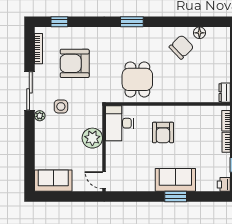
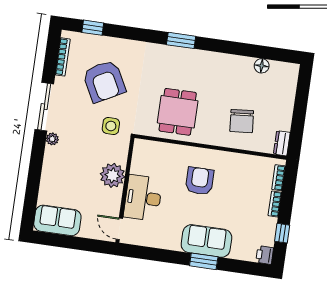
chair: (181, 47) -> (242, 121), moved, turned 129
armchair: (75, 63) -> (104, 81), turned -118
side table: (61, 107) -> (111, 126), moved
desk: (119, 123) -> (143, 198), moved
armchair: (163, 132) -> (200, 181), turned 180

